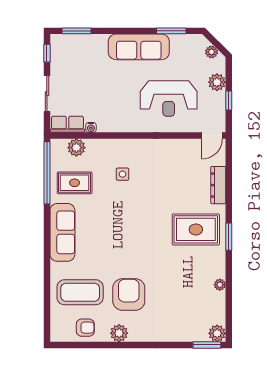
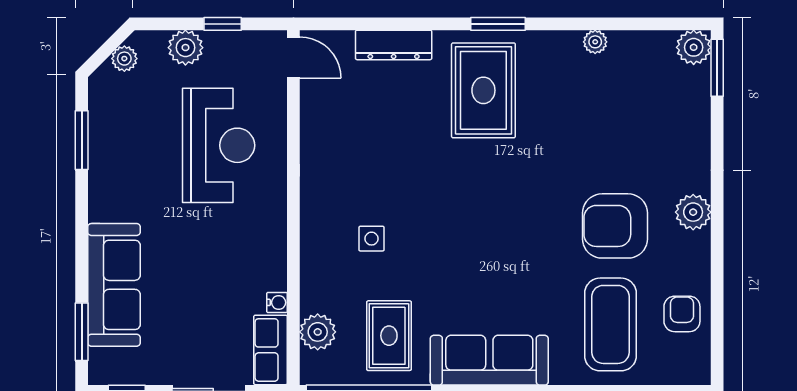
sofa: (139, 47) -> (114, 285), moved
plant: (119, 333) -> (693, 212), moved

